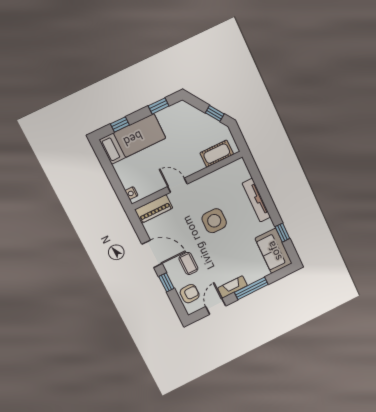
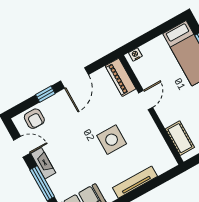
coffee table: (188, 263) -> (66, 116), removed

